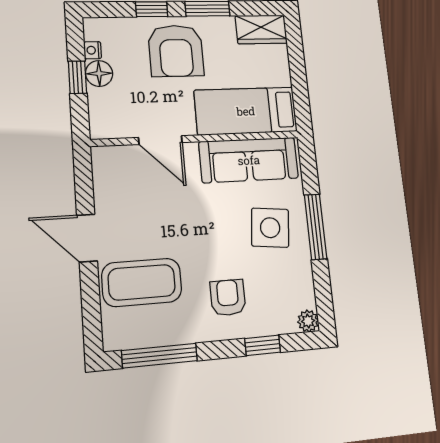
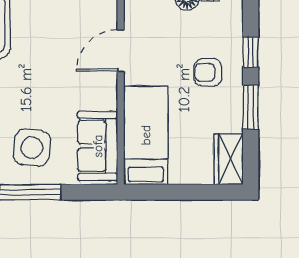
armchair: (176, 51) -> (208, 72), width x0.53, depth x0.53
sofa: (249, 160) -> (98, 146), width x0.73

